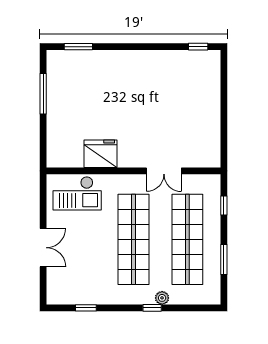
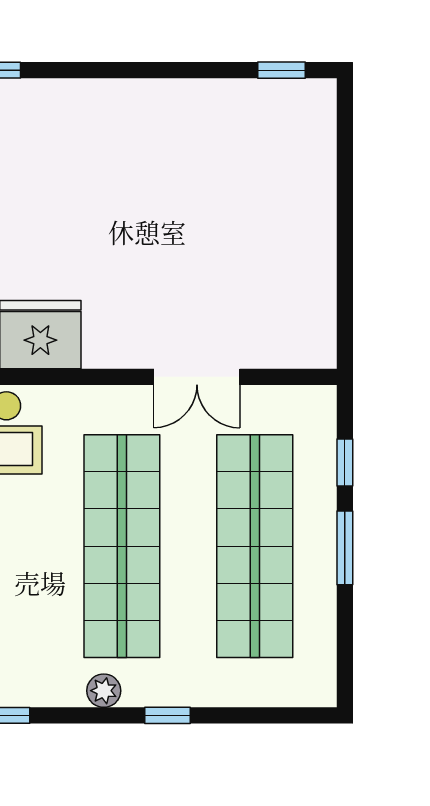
window: (224, 260) -> (345, 548), moved
plant: (162, 298) -> (104, 691), moved

